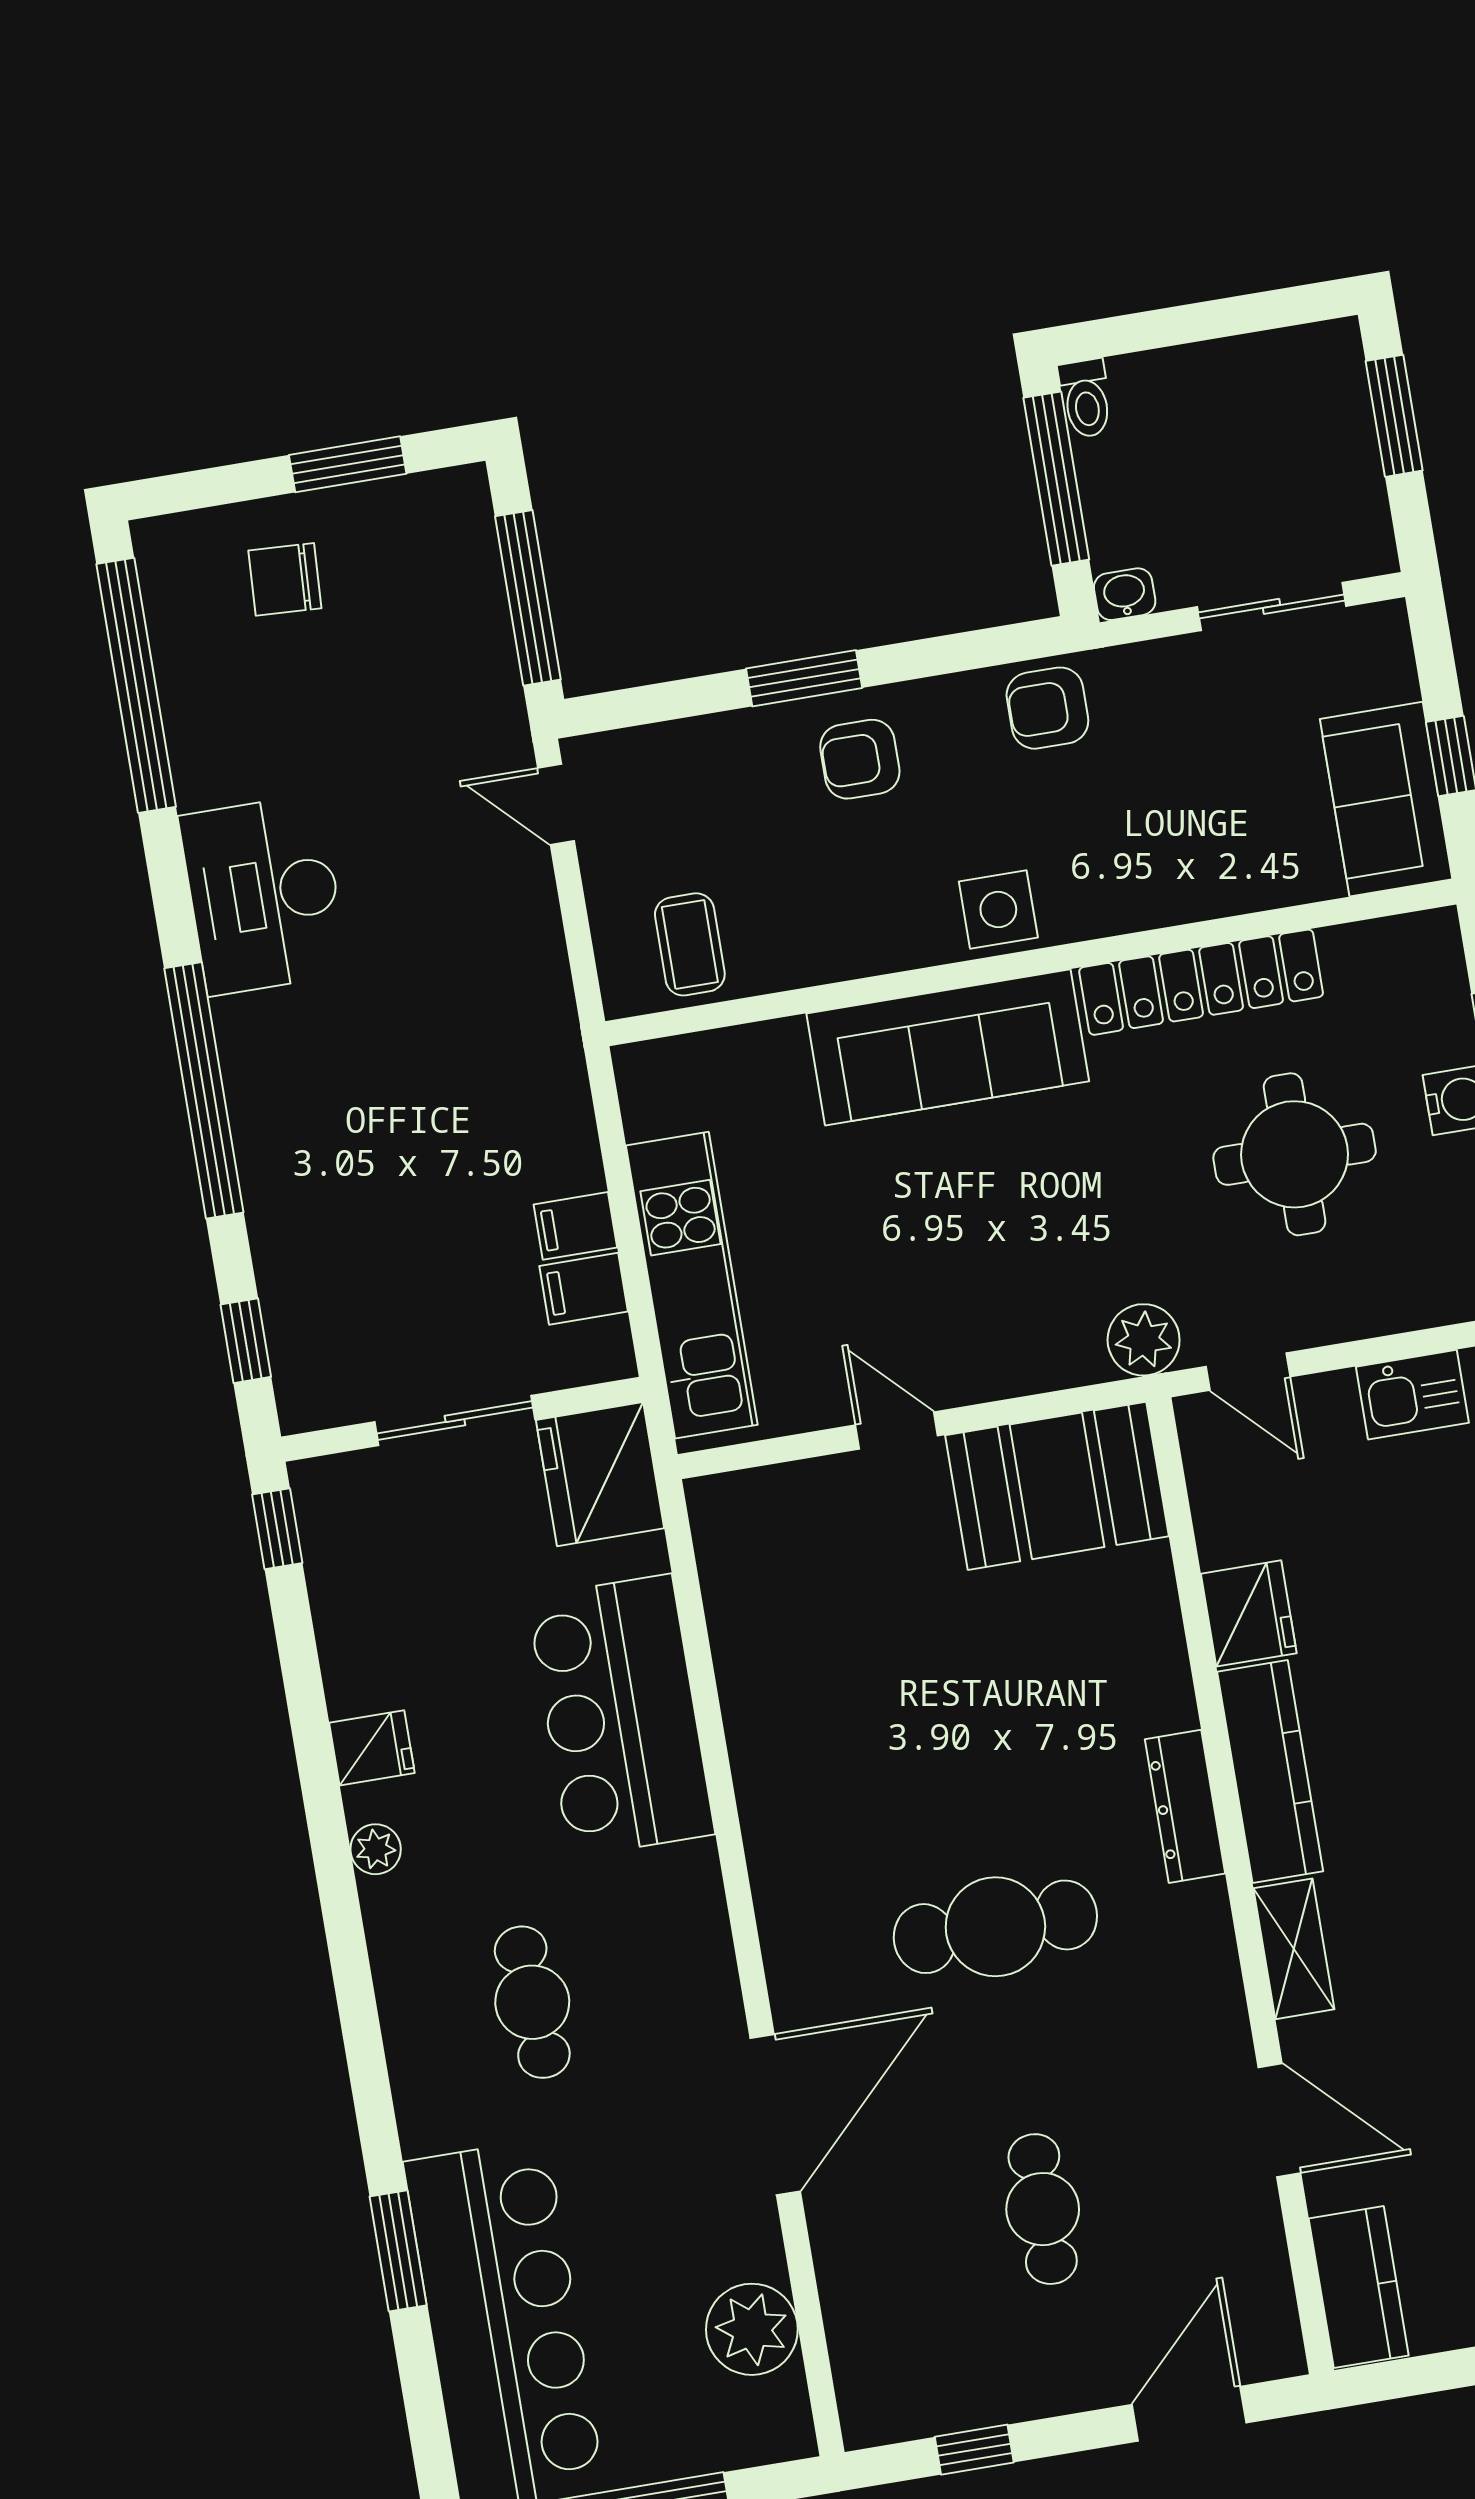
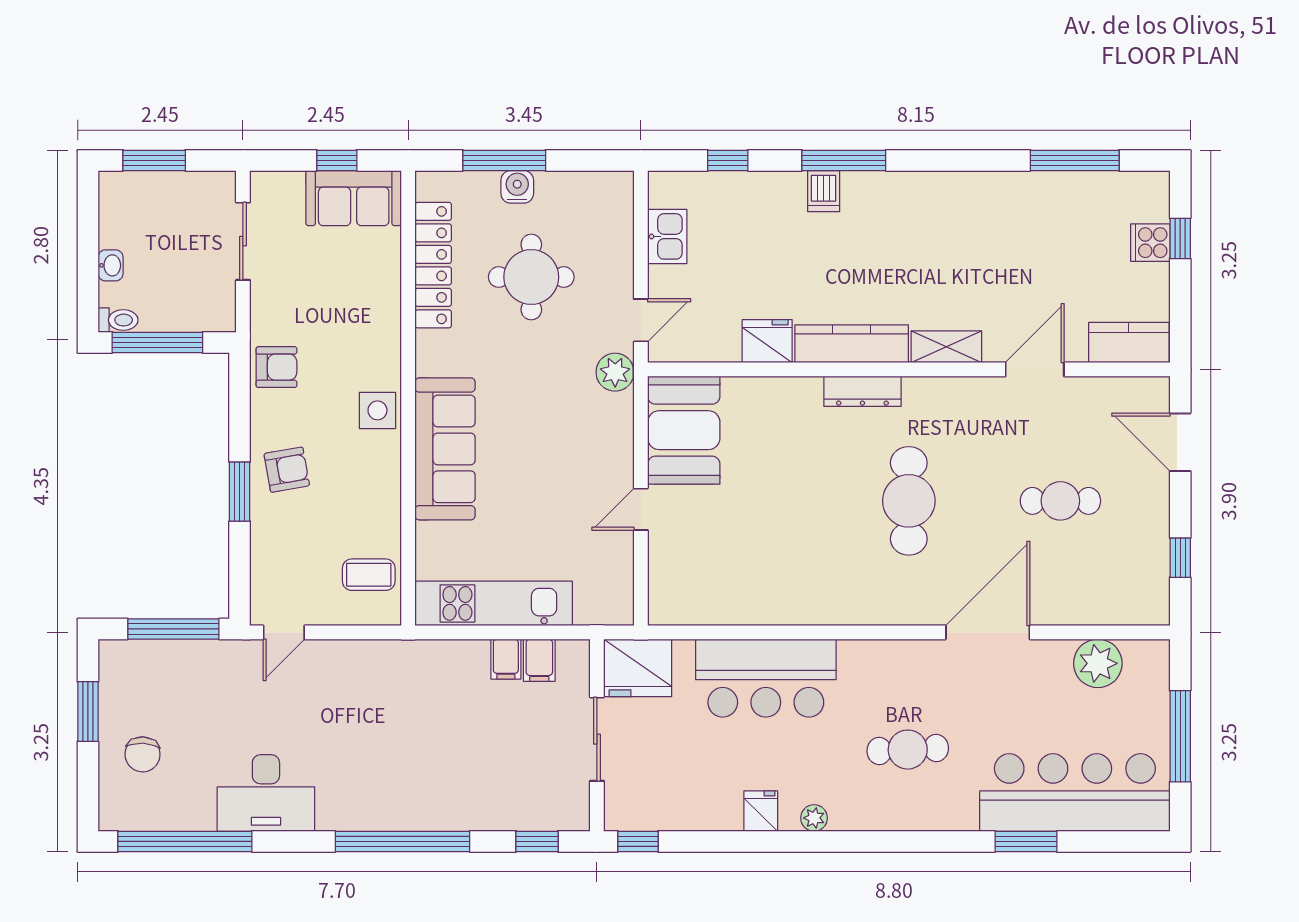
washbasin: (1125, 594) -> (111, 265), moved, turned 180
armchair: (1047, 708) -> (276, 367), turned -90
armchair: (860, 759) -> (287, 470), turned -100
desk: (264, 895) -> (266, 793), moved
locker: (1201, 982) -> (433, 265), moved
kitchen unit: (692, 1285) -> (494, 603), moved
door: (775, 2115) -> (988, 632), hinge flipped

